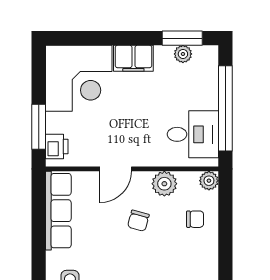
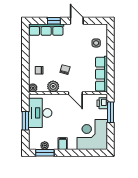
filing cabinet: (133, 58) -> (63, 144), width x0.50
window: (225, 108) -> (25, 121), width x0.47
desk: (193, 134) -> (40, 113), width x1.37
door: (116, 169) -> (75, 93), swing flipped

